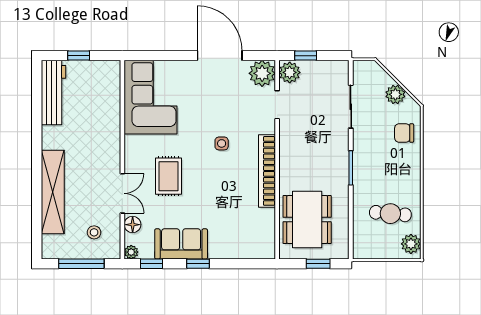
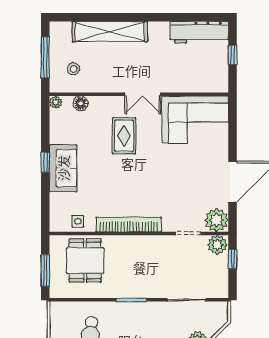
side table: (222, 143) -> (78, 221), moved
rug: (168, 176) -> (124, 136), turned 90
double door: (122, 193) -> (143, 94), moved
dining table: (307, 220) -> (85, 261), width x0.73
sofa: (181, 244) -> (63, 168), moved
window: (151, 264) -> (45, 121), removed
window: (318, 264) -> (45, 271), width x1.50

